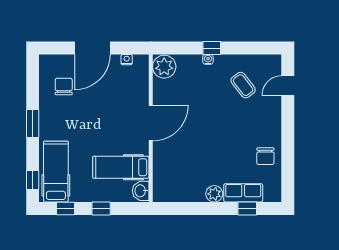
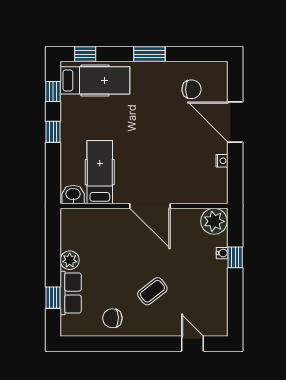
plant: (164, 67) -> (214, 221), moved
coffee table: (243, 85) -> (152, 291), moved
door: (151, 123) -> (150, 206), moved
wall: (151, 128) -> (144, 206), moved
hospital bed: (121, 167) -> (100, 172), moved
washbasin: (141, 191) -> (73, 195), moved

